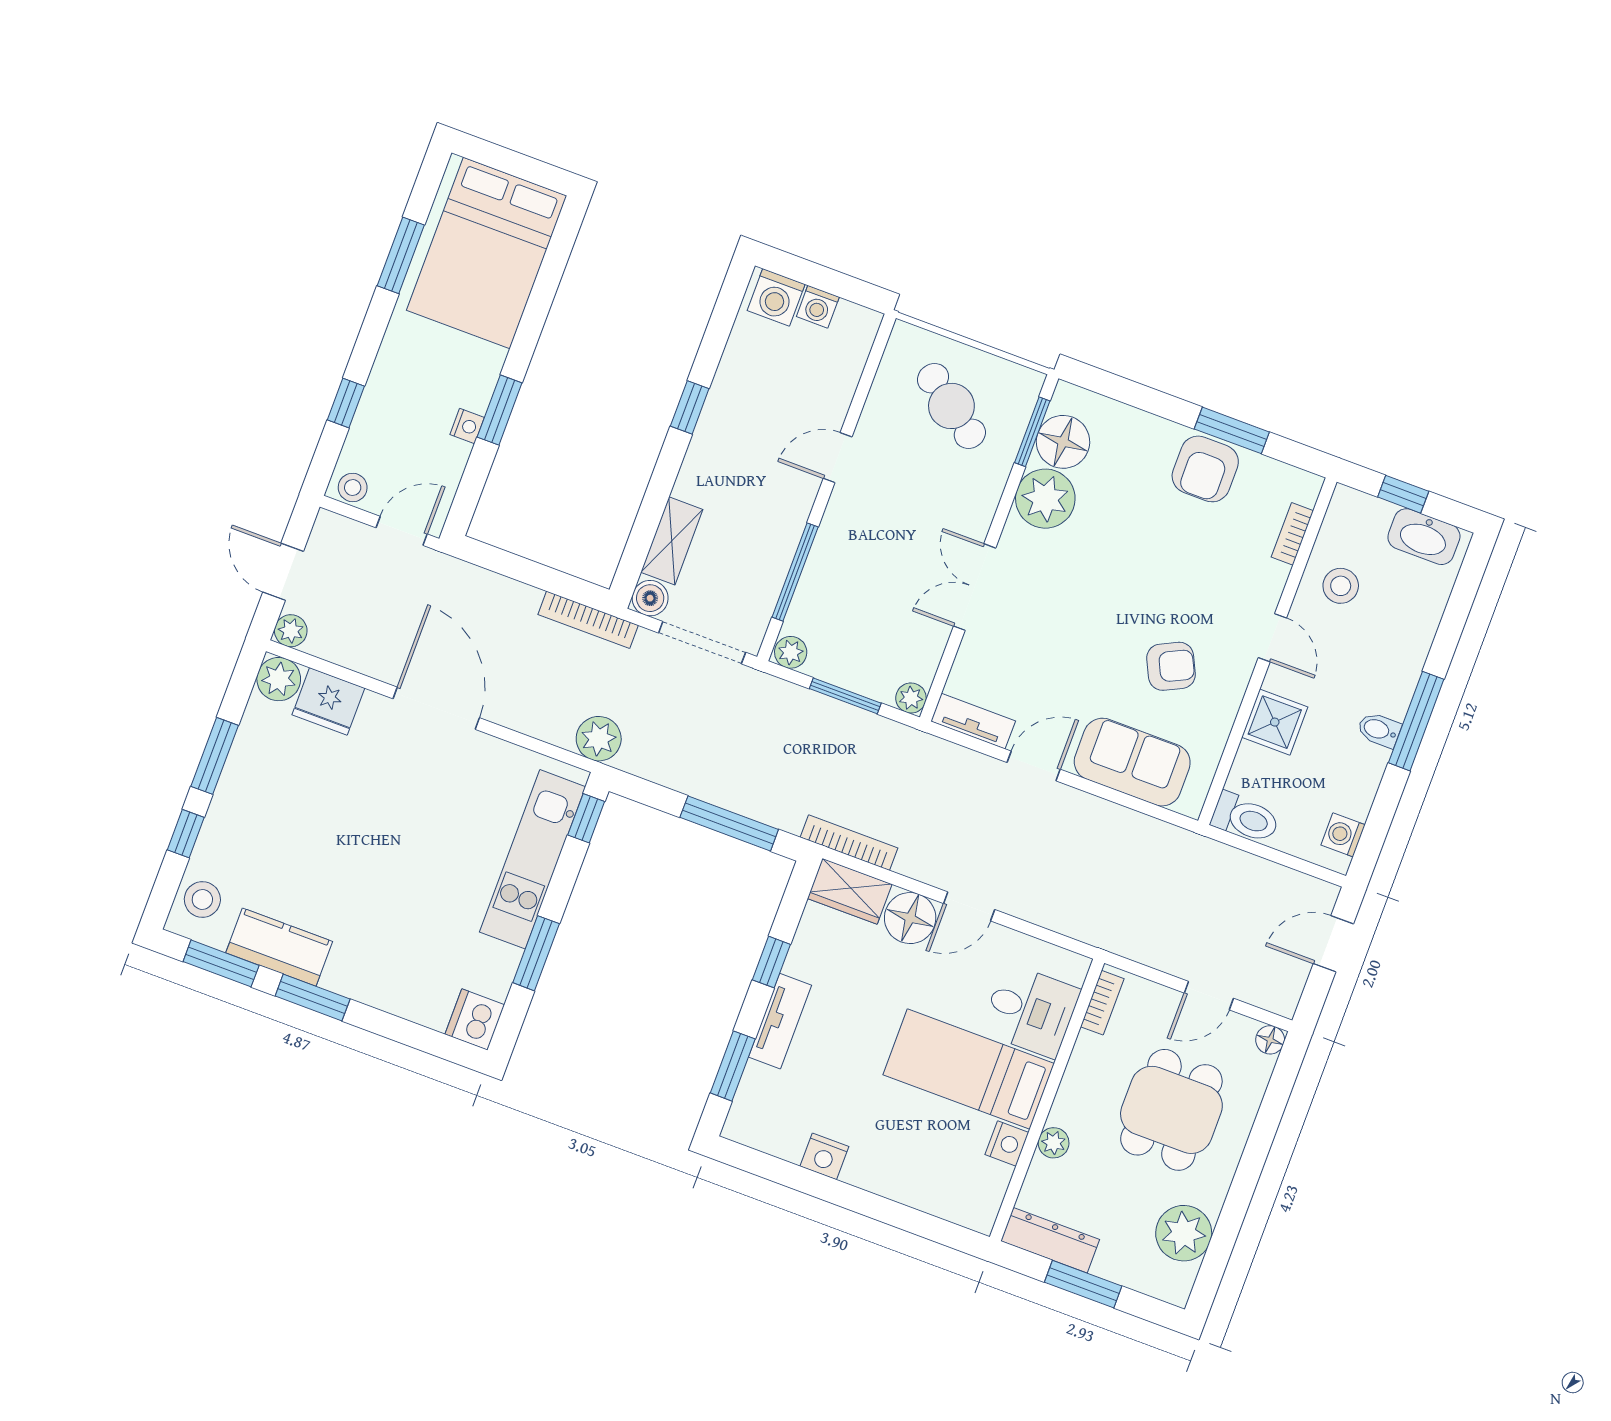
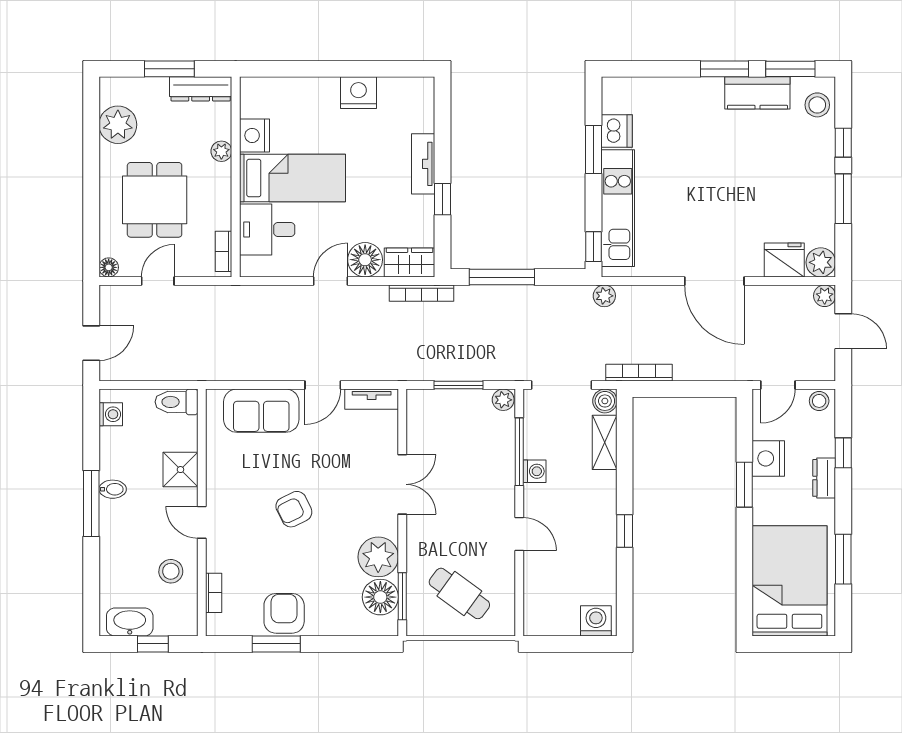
washing machine: (818, 307) -> (535, 471), moved, turned 90
dresser: (385, 378) -> (824, 478), added
nightstand: (467, 426) -> (768, 458), width x1.89, depth x1.79
door: (838, 458) -> (519, 534), hinge flipped
armchair: (1171, 666) -> (294, 509), moved
plant: (911, 698) -> (416, 399), removed
plant: (599, 739) -> (604, 296), width x0.73, depth x0.73
dishwasher: (475, 1019) -> (617, 131), moved
window: (733, 1066) -> (443, 124), removed
nightstand: (1007, 1144) -> (254, 135), width x1.36, depth x1.33
nightstand: (824, 1156) -> (358, 93), width x1.36, depth x1.33

